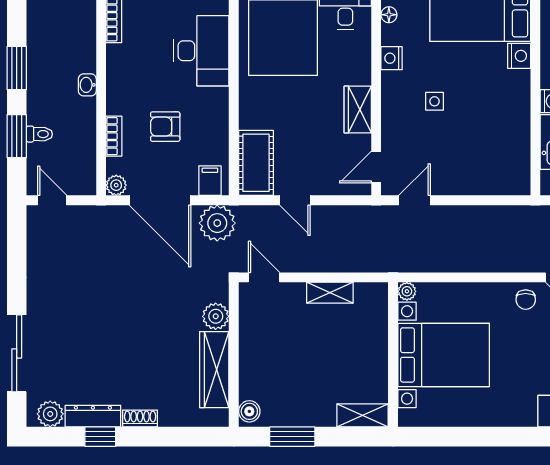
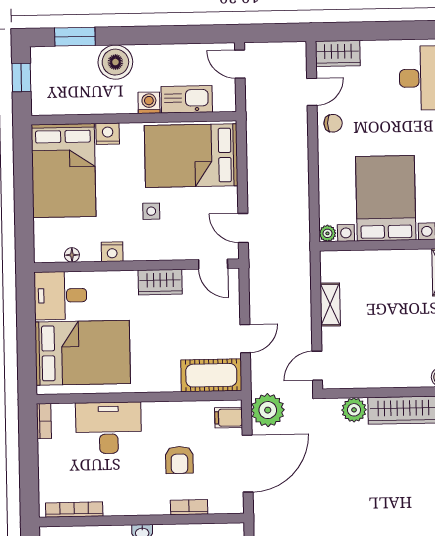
bed: (494, 146) -> (191, 156), added
plant: (116, 185) -> (234, 504), removed

